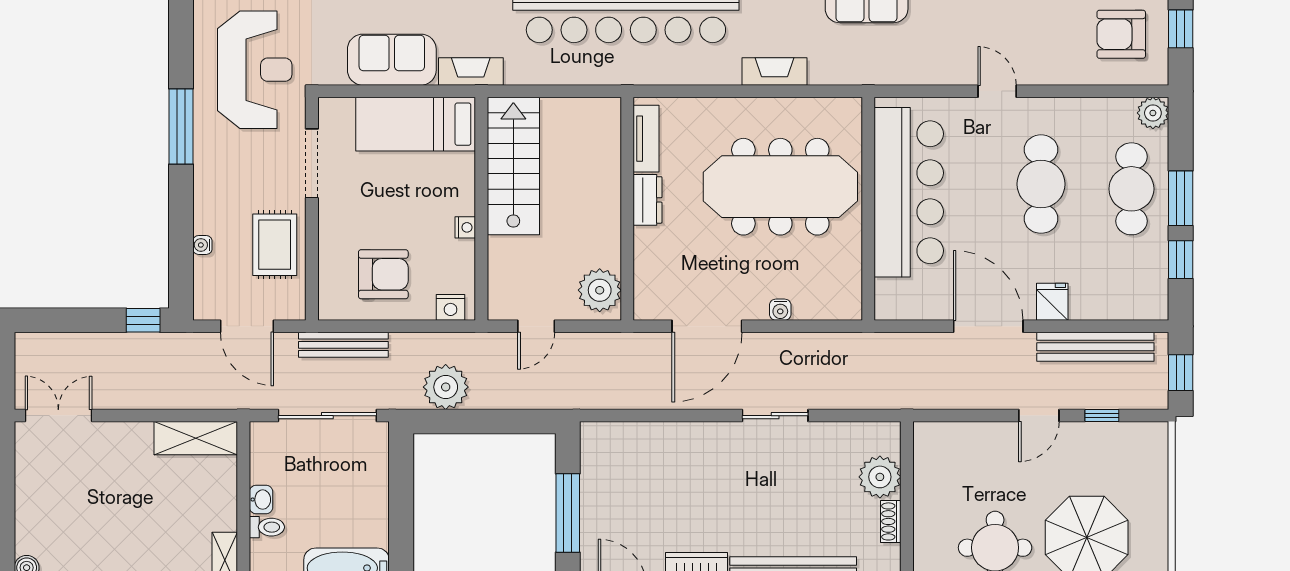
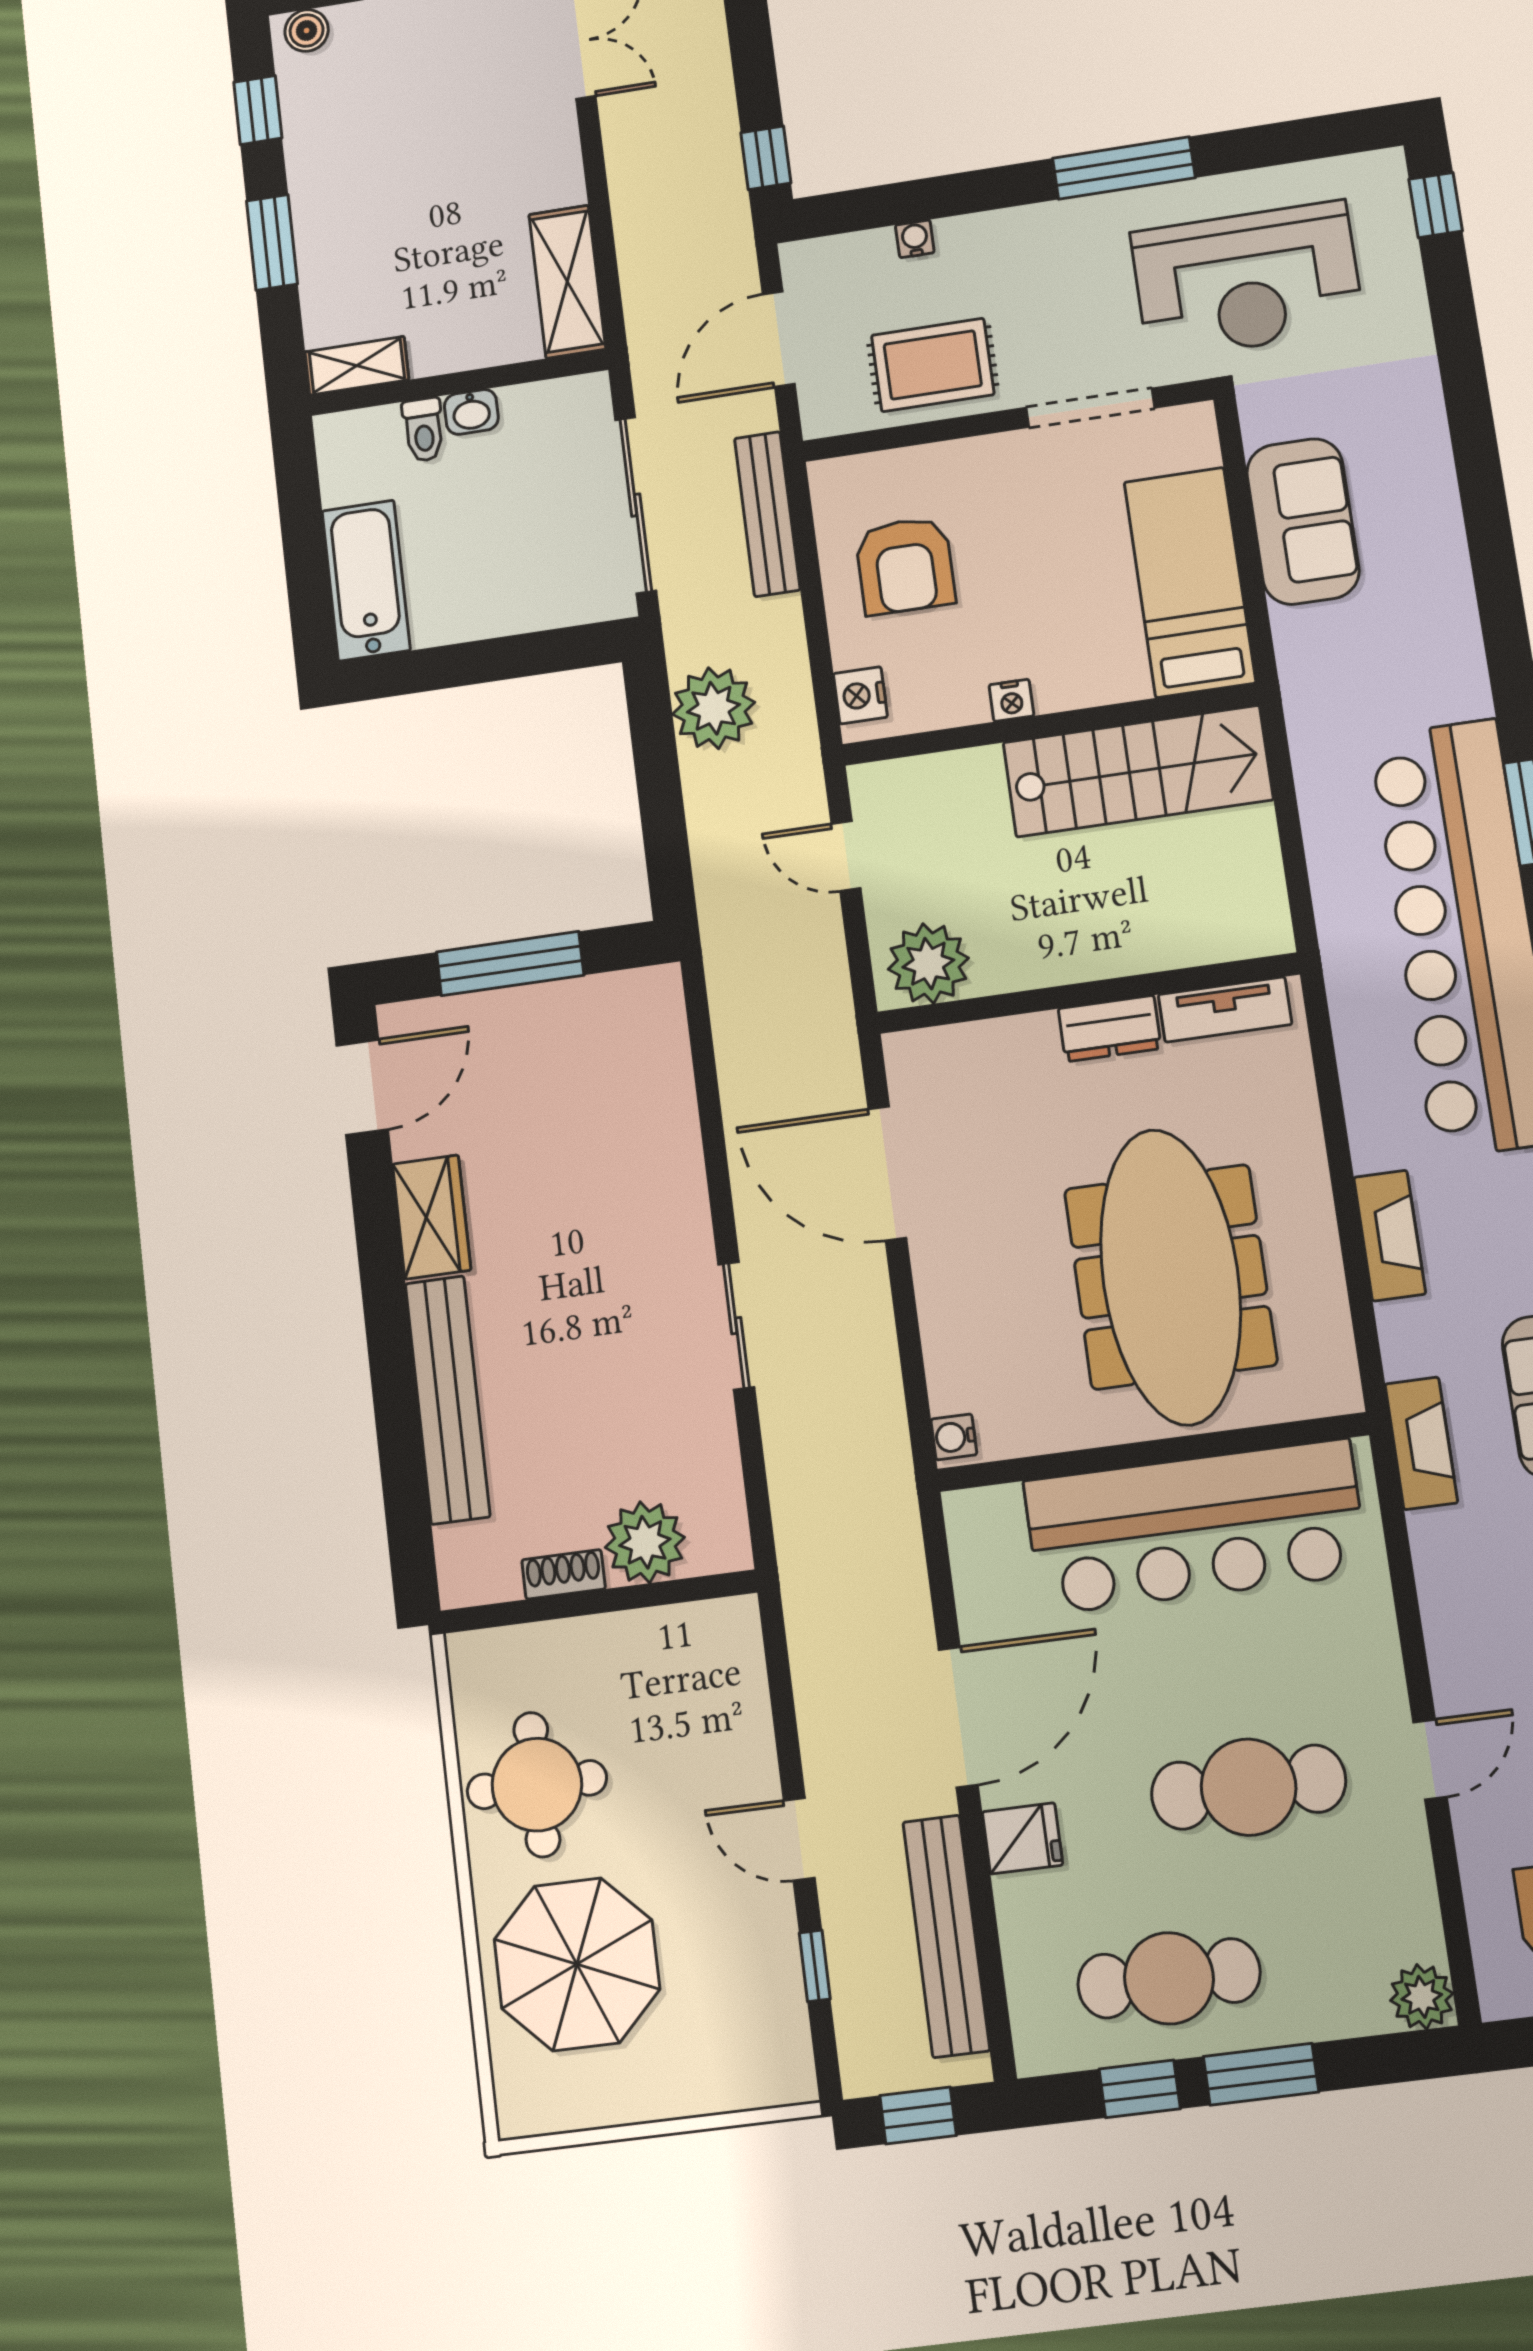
fireplace: (471, 72) -> (1421, 1443), moved
door: (997, 91) -> (1430, 1759), moved
cafe table: (1131, 189) -> (1169, 1978), moved
water cooler: (780, 310) -> (954, 1437), moved

